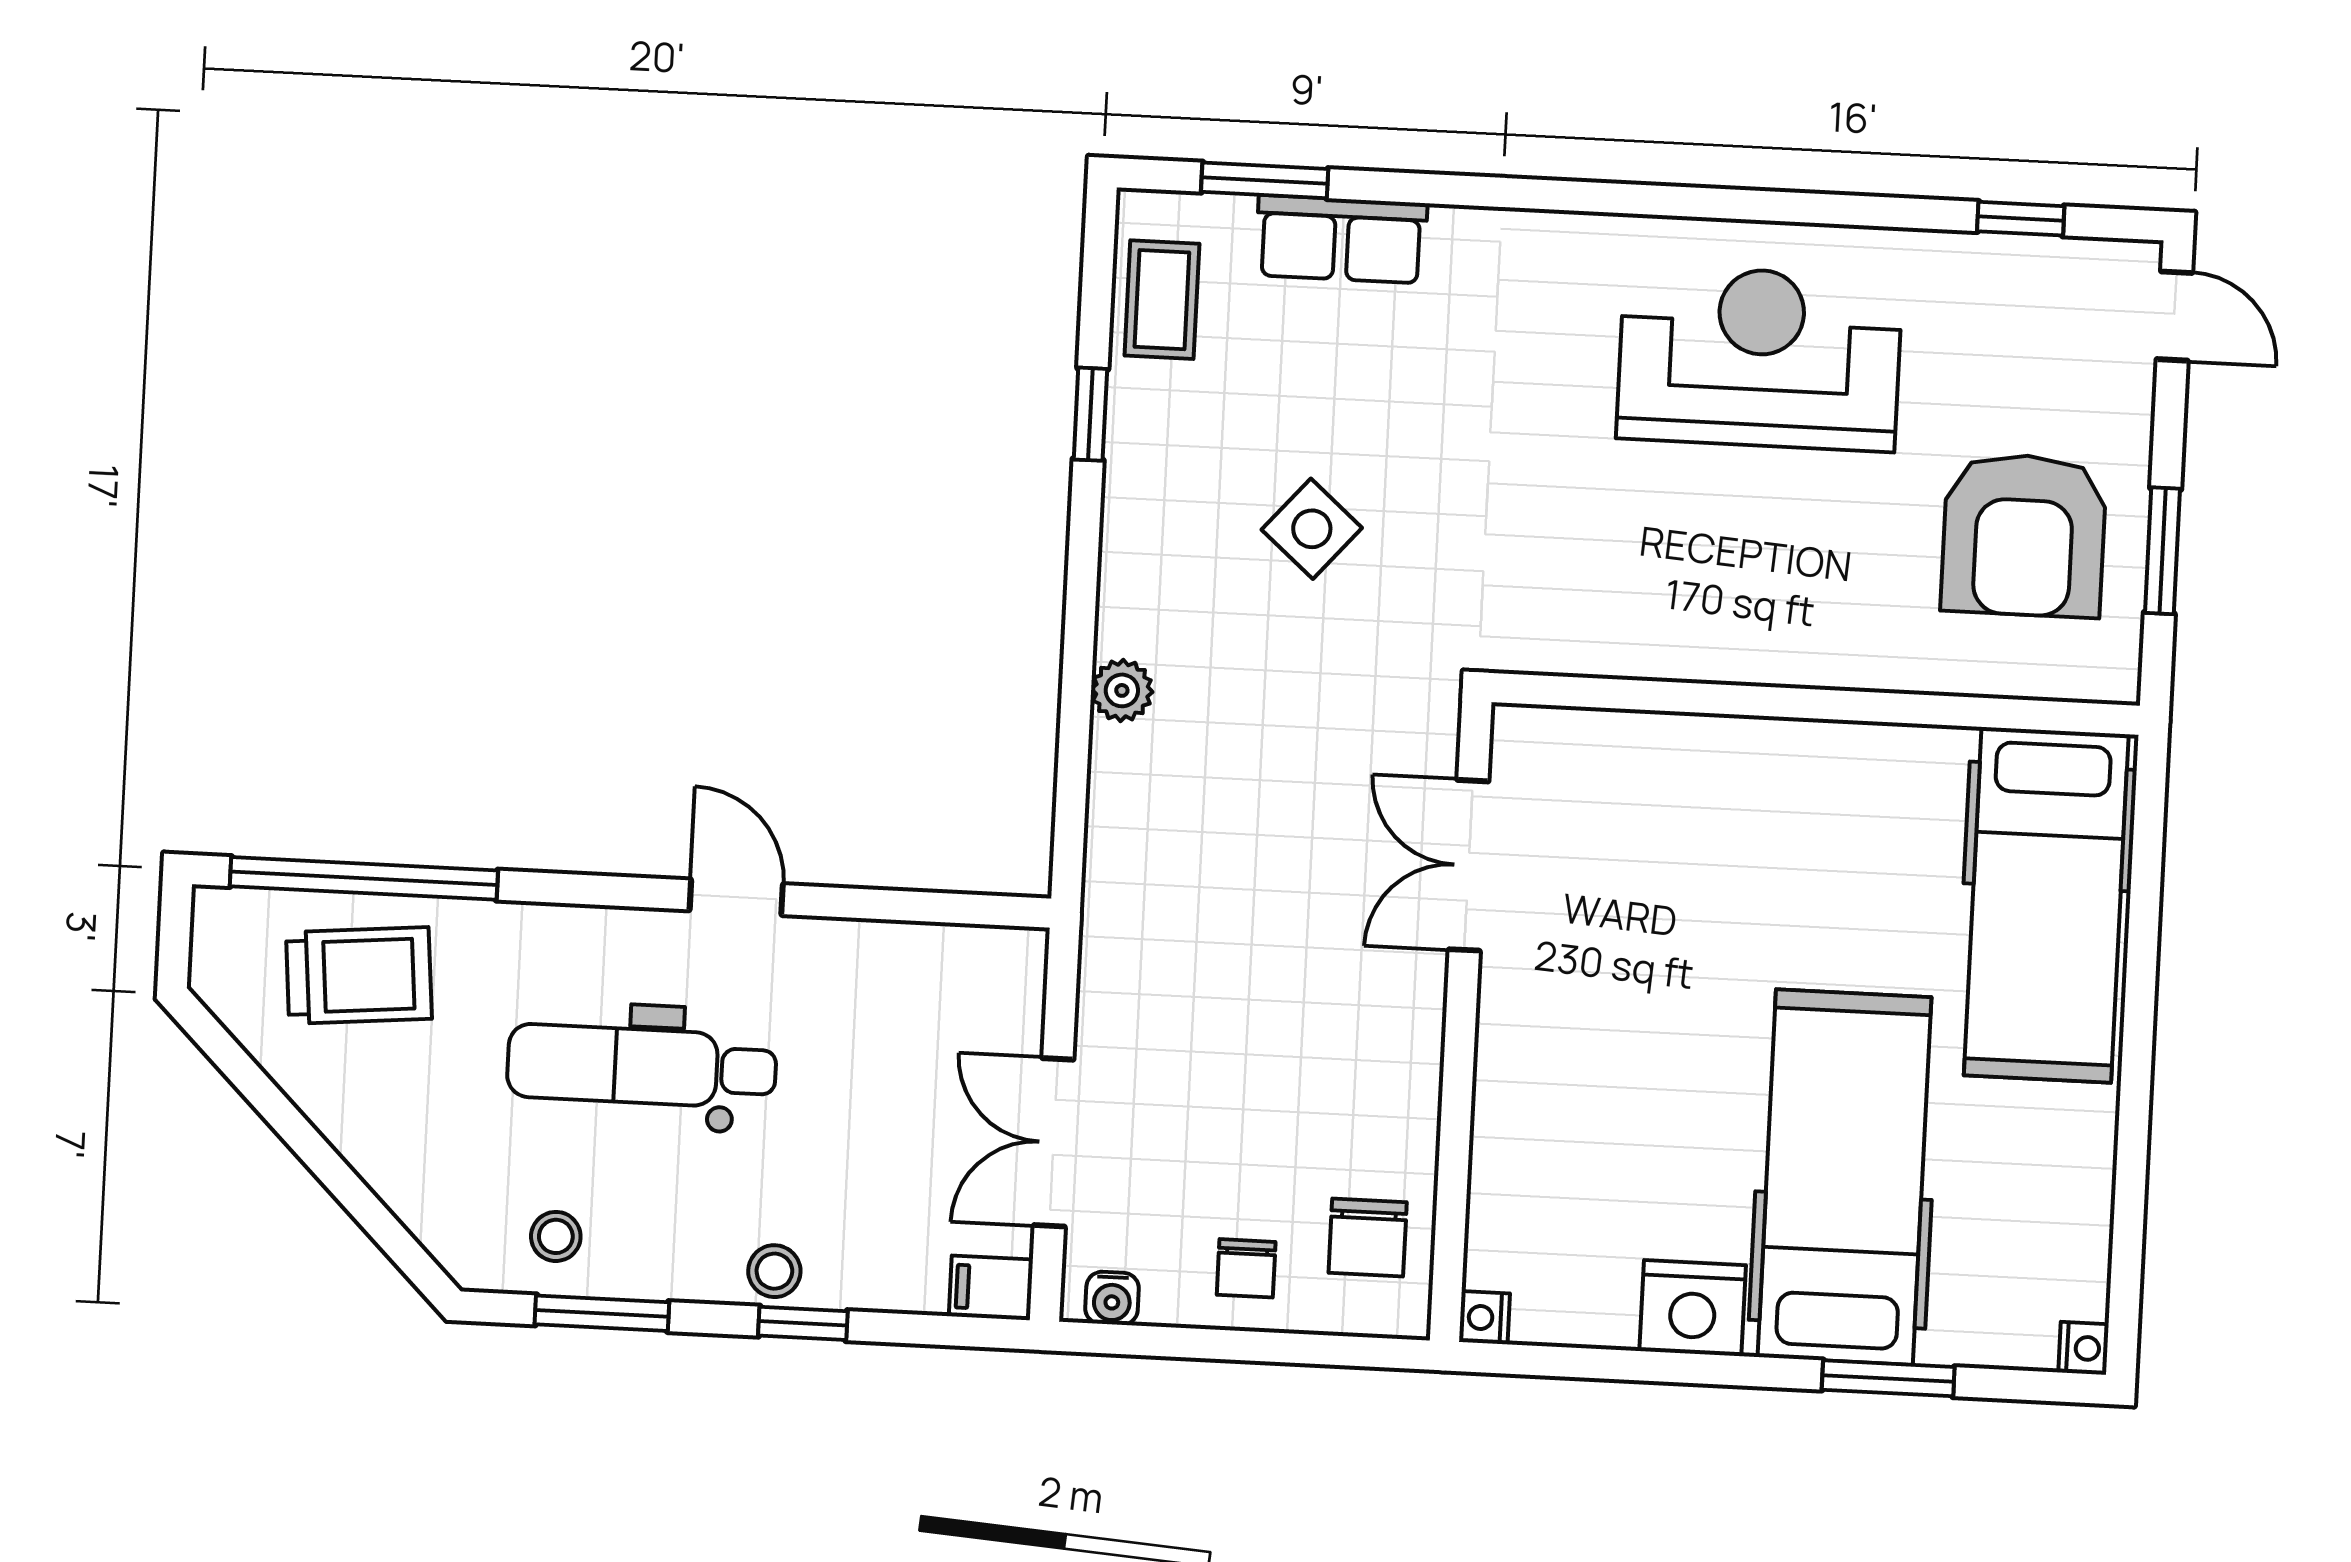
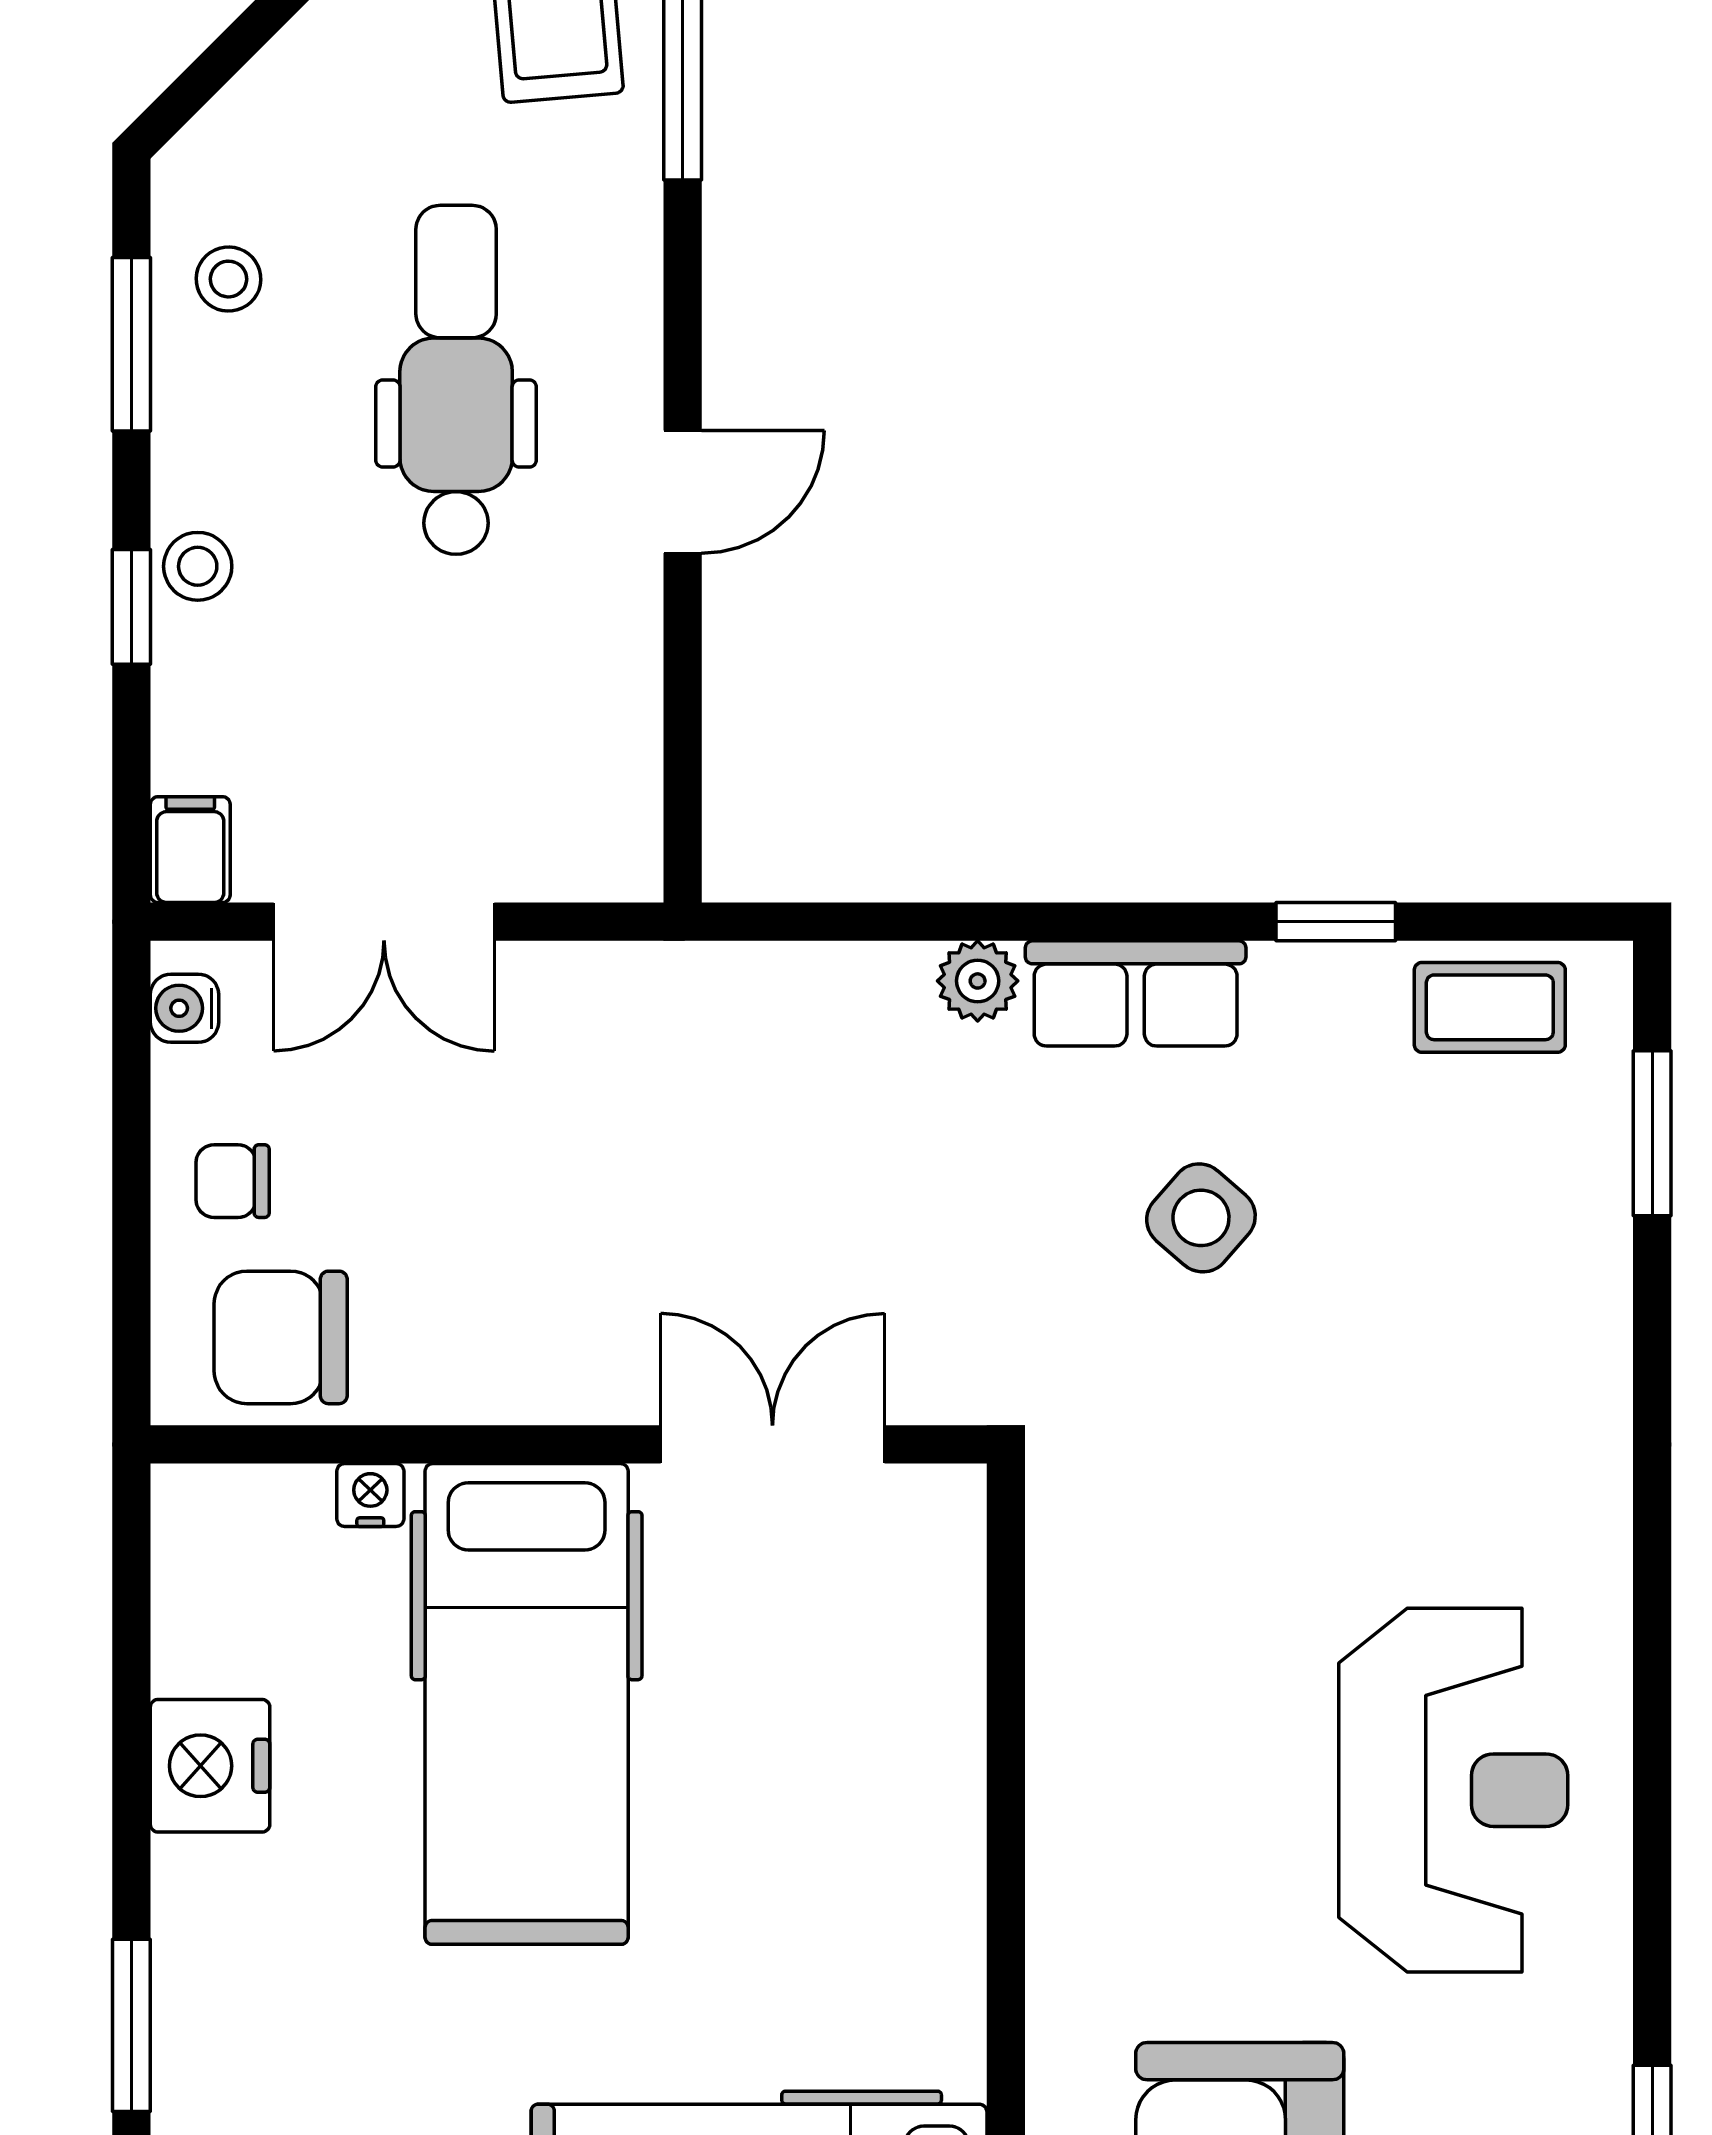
row of seats: (1341, 239) -> (1136, 993), moved, turned -90
double door: (1054, 1142) -> (384, 922), swing flipped
hospital bed: (1844, 1177) -> (527, 1704), moved, turned 90
chair: (1368, 1238) -> (281, 1337), width x1.37, depth x1.37
nightstand: (1484, 1318) -> (370, 1495), moved

